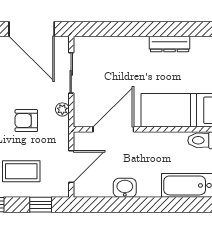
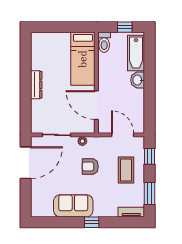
dresser: (170, 44) -> (36, 85), moved
armchair: (26, 121) -> (90, 167), turned 90
washbasin: (125, 188) -> (138, 80), moved

